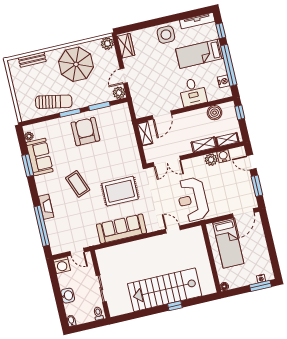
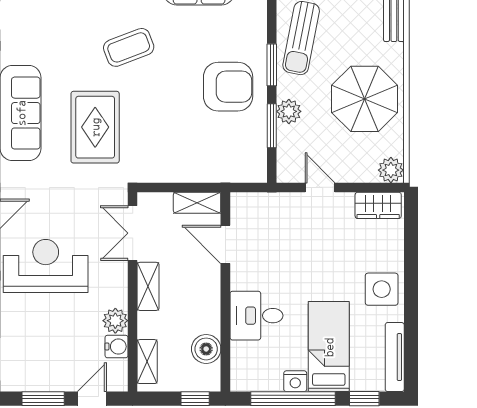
nightstand: (224, 81) -> (295, 381), moved
plant: (119, 93) -> (289, 111), moved
shelving: (204, 145) -> (148, 286), moved

